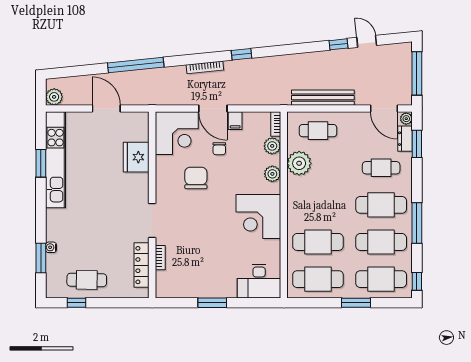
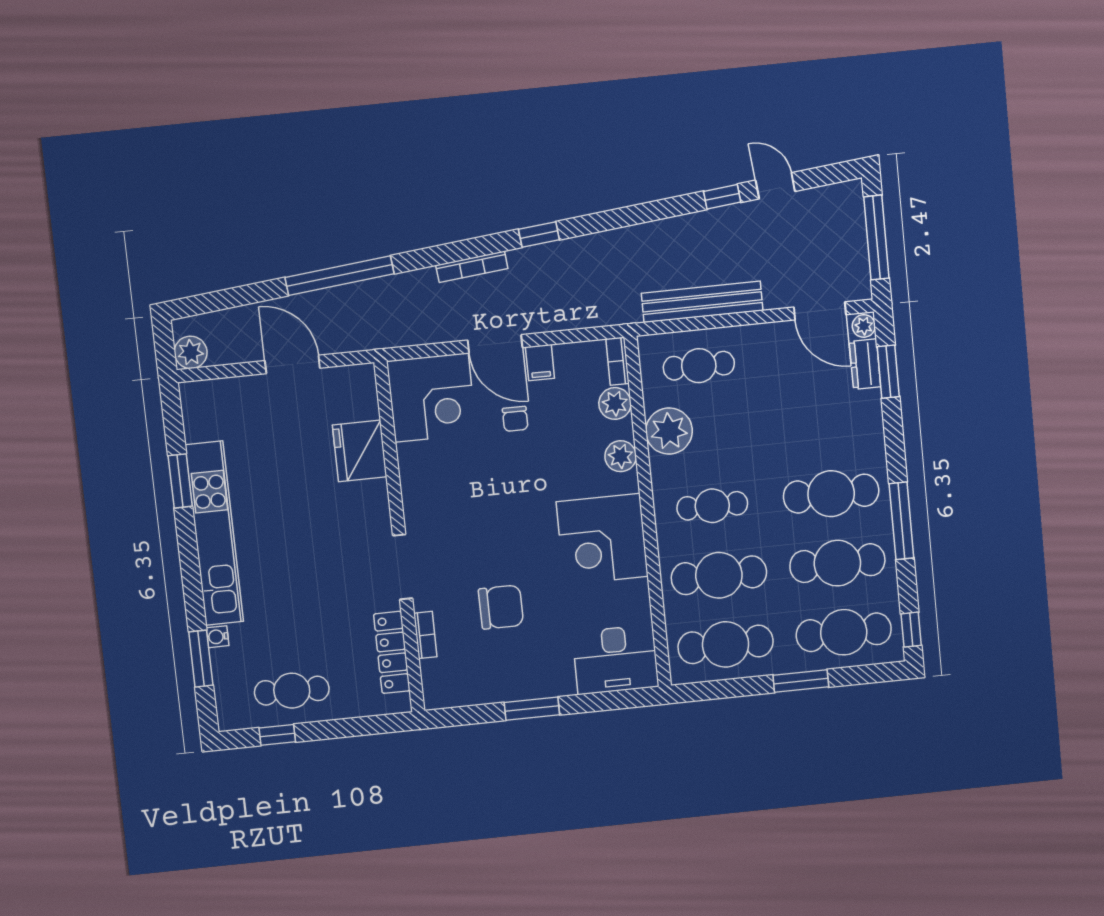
kitchen unit: (56, 160) -> (214, 533), moved
cafe table: (381, 168) -> (712, 506), moved
chair: (196, 178) -> (501, 607), moved, turned 90

